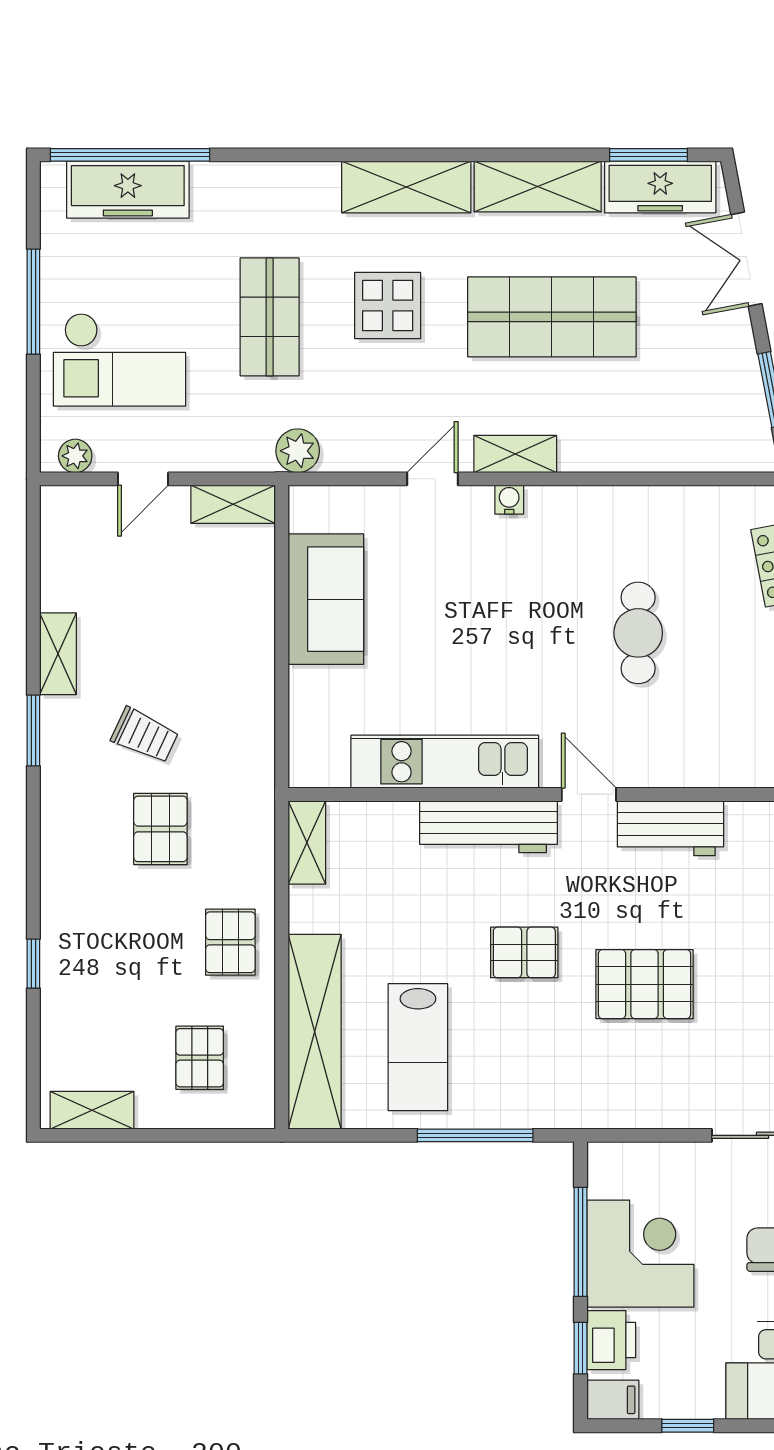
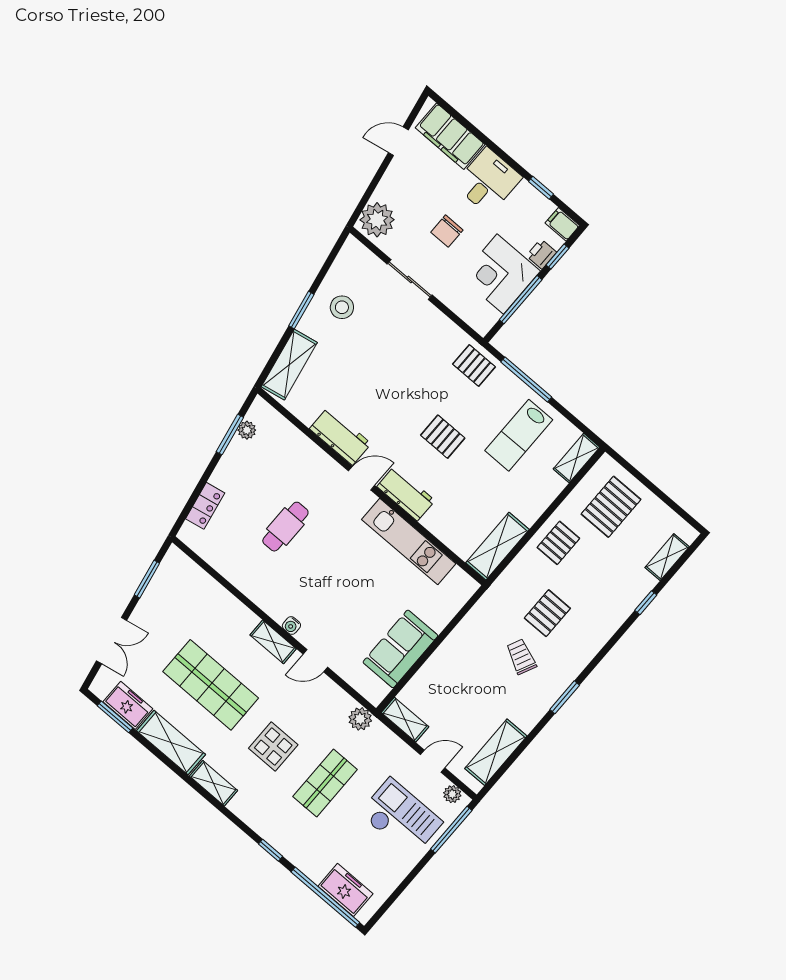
window: (265, 155) -> (271, 850), added
shelving: (406, 187) -> (213, 783), width x0.67, depth x0.75
freezer: (660, 187) -> (128, 705), width x0.71
freezer: (128, 190) -> (345, 890), width x0.71
window: (33, 302) -> (451, 830), moved
shelving: (58, 654) -> (496, 752), moved, width x1.50, depth x1.33
door: (589, 794) -> (362, 478), swing flipped
workbench: (489, 827) -> (406, 493), width x0.73
shelving: (307, 842) -> (497, 546), width x1.50, depth x1.33
pallet: (644, 984) -> (474, 365), moved, width x0.67, depth x0.71
shelving: (315, 1032) -> (577, 458), width x0.45, depth x0.75
lab bench: (418, 1047) -> (519, 435), turned 180
pallet: (200, 1058) -> (611, 507), width x1.50, depth x1.42
shelving: (92, 1110) -> (667, 557), moved, turned 90
printer: (611, 1340) -> (541, 254), width x0.73, depth x0.81

